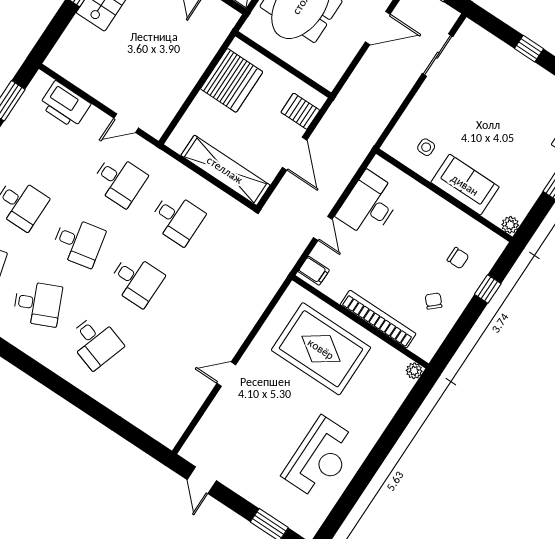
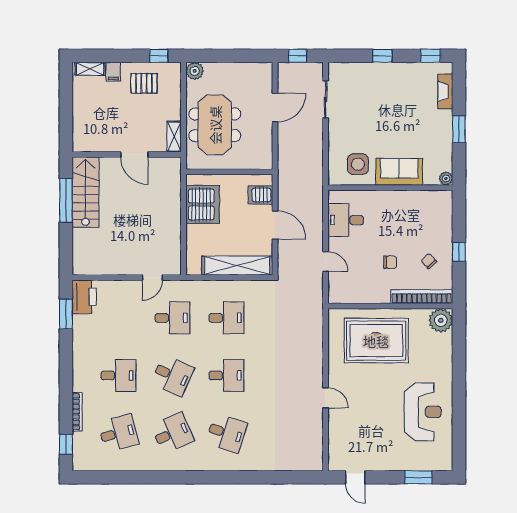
printer: (65, 105) -> (84, 297), moved, turned -90
side table: (426, 147) -> (358, 164), width x1.87, depth x1.87
desk: (369, 205) -> (346, 220), width x0.73
desk: (78, 242) -> (172, 375), turned 36
chair: (458, 258) -> (390, 262), moved
filing cabinet: (314, 271) -> (338, 293), removed
window: (488, 289) -> (459, 252), moved
bookcase: (378, 319) -> (422, 297), moved
plant: (414, 371) -> (441, 320), width x1.87, depth x1.87
door: (226, 374) -> (326, 398), swing flipped

